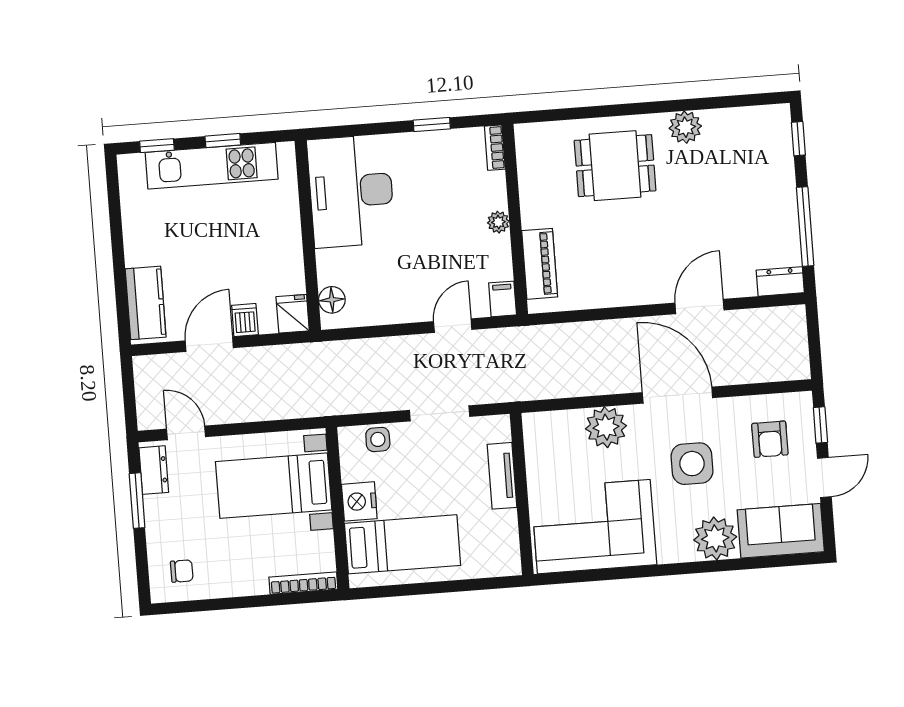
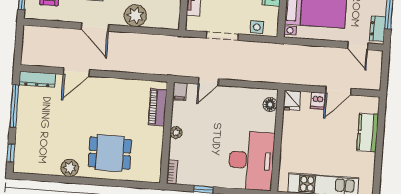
dresser: (780, 281) -> (37, 79), width x1.44
kitchen counter: (146, 303) -> (368, 133), moved
door: (677, 395) -> (95, 27), width x0.73

